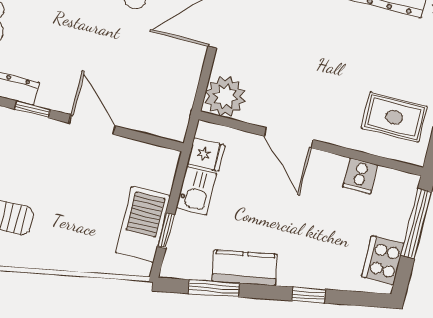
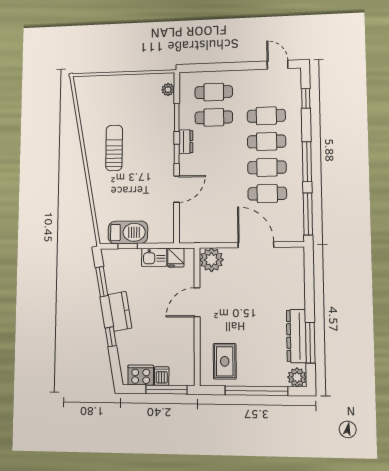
cooker: (360, 176) -> (186, 350), removed
dishwasher: (393, 226) -> (162, 376), added
kitchen counter: (245, 268) -> (120, 311), moved

